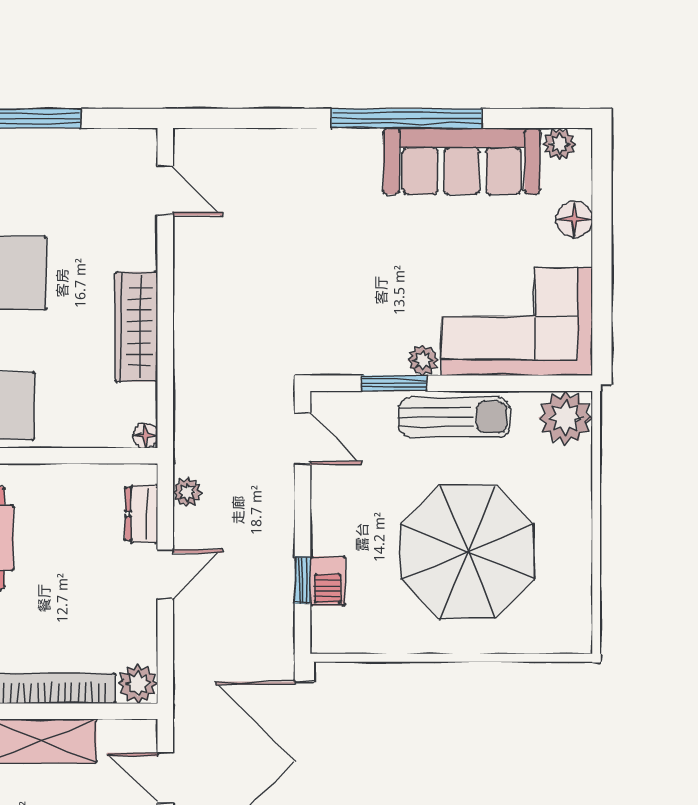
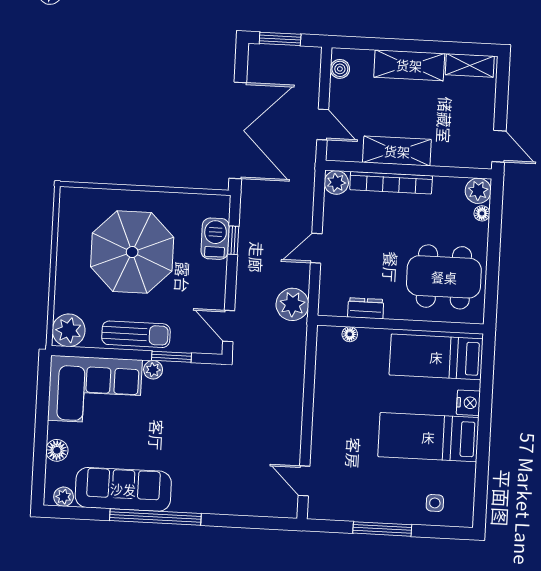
wardrobe: (136, 327) -> (326, 399), removed
sun lounger: (454, 417) -> (136, 334), turned 180
floor lamp: (145, 436) -> (350, 334), moved
plant: (187, 492) -> (292, 304), width x1.88, depth x1.88
dresser: (141, 514) -> (366, 308), moved, turned -90
barbecue: (328, 581) -> (215, 239), width x1.38, depth x1.27

